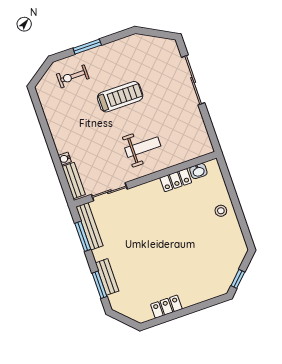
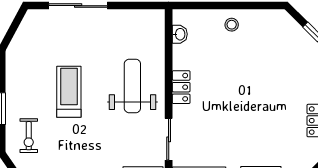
weight bench: (143, 147) -> (132, 86), width x1.36, depth x1.33
locker: (176, 180) -> (181, 87), moved

